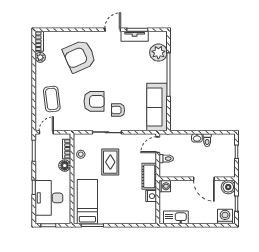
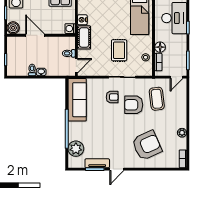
plant: (40, 57) -> (182, 133), moved
coffee table: (52, 99) -> (157, 99), moved

